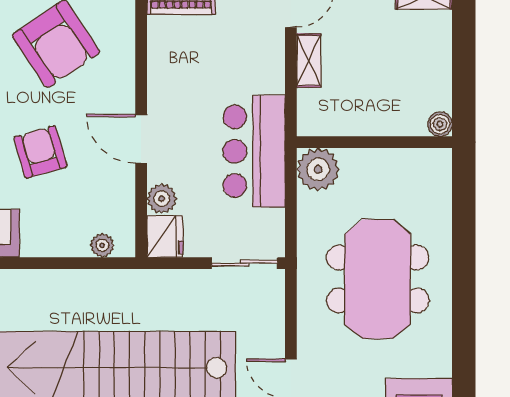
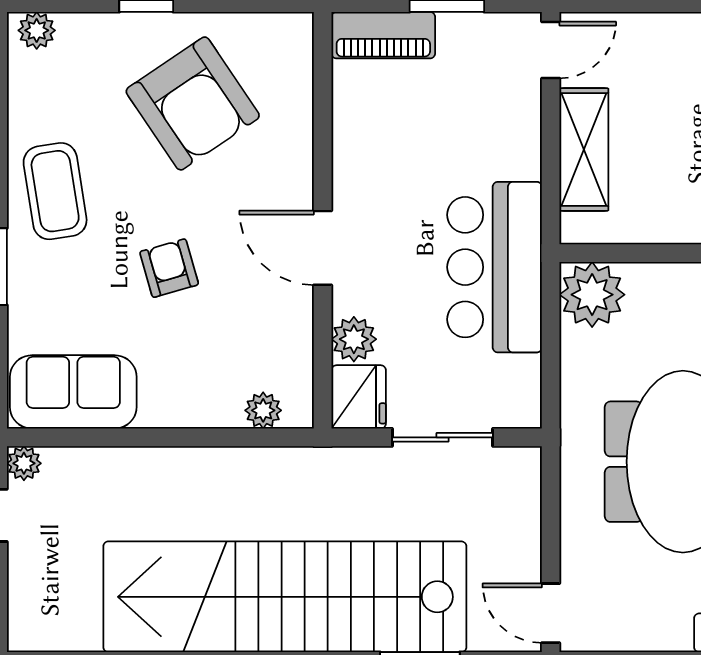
shelving: (309, 61) -> (584, 149), width x1.50, depth x1.33
armchair: (40, 152) -> (169, 268), width x0.72, depth x0.72
sliding door: (245, 263) -> (443, 437), moved

